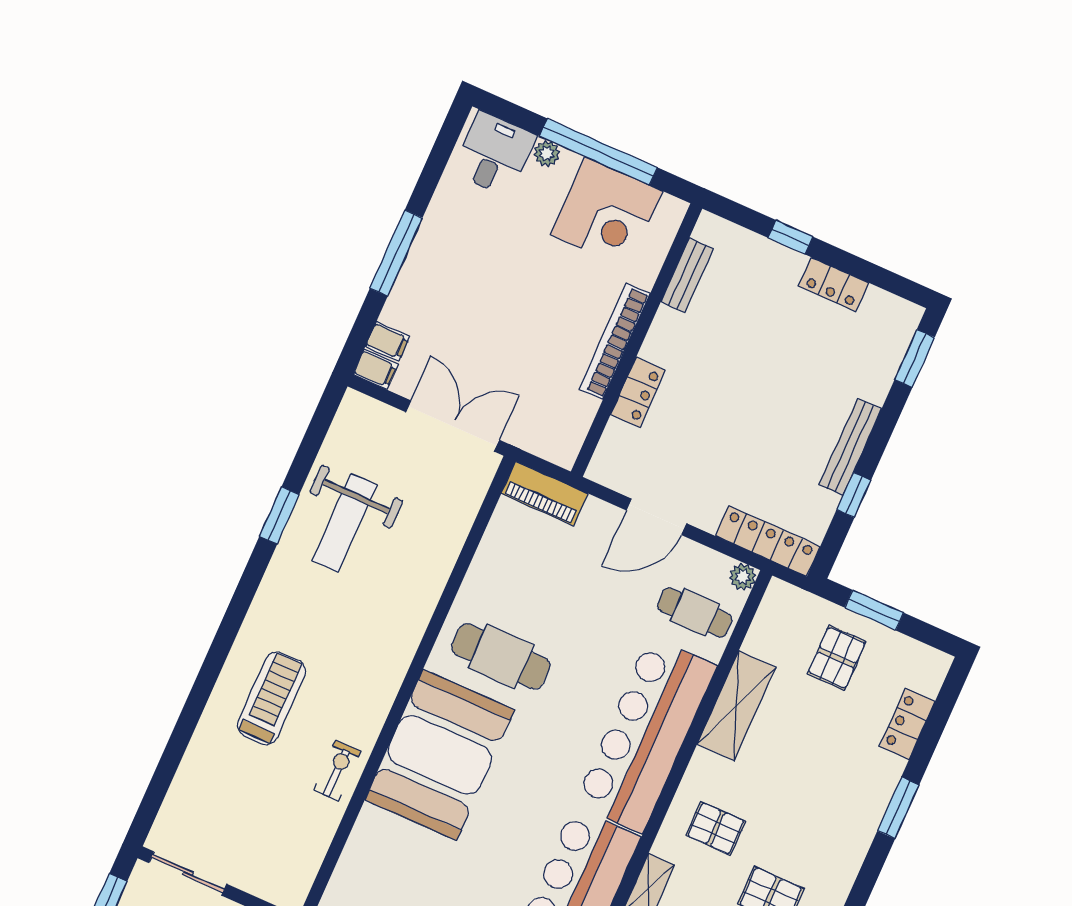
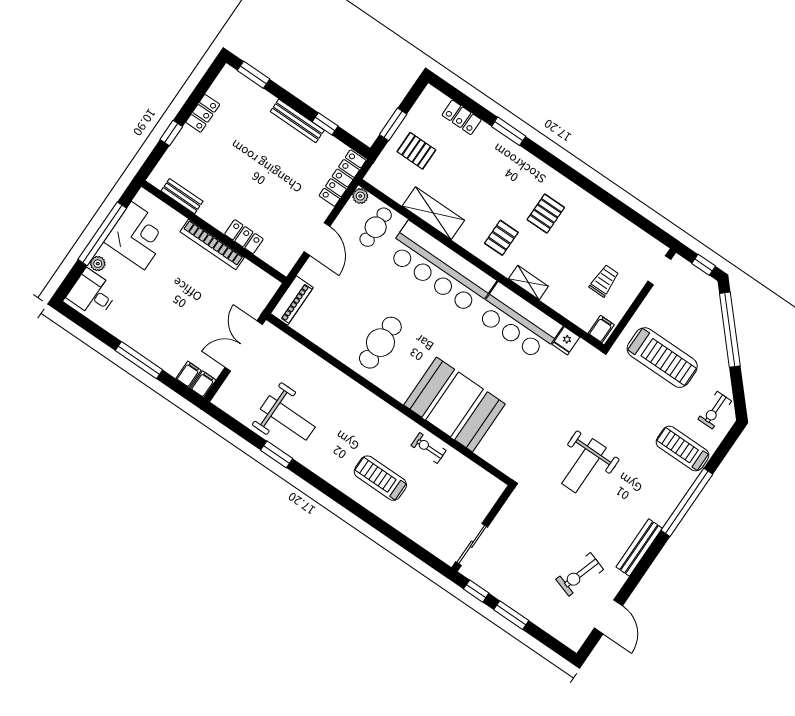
booth: (440, 755) -> (455, 404), moved

